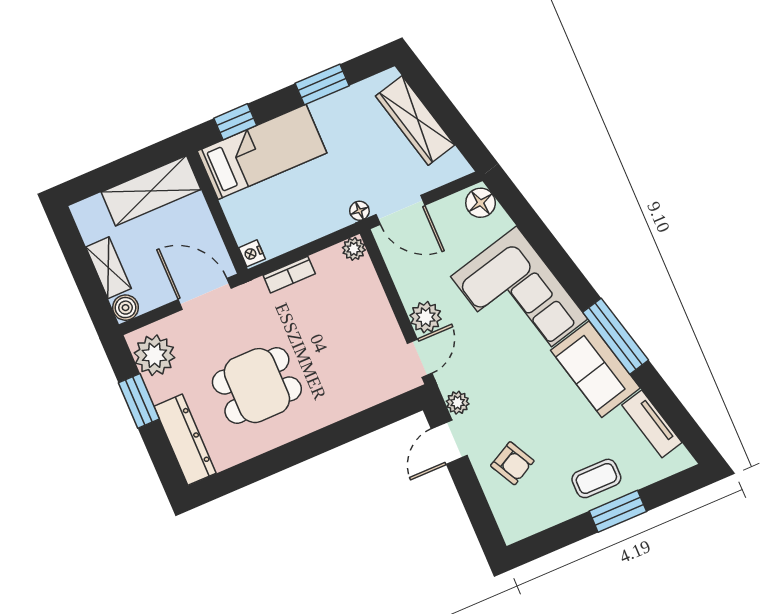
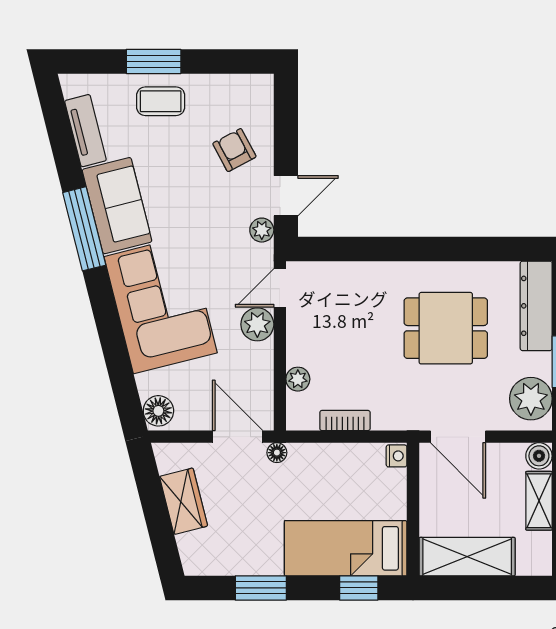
wardrobe: (415, 121) -> (184, 501), width x0.67
plant: (354, 249) -> (298, 379), moved
bookcase: (289, 275) -> (345, 421), moved

